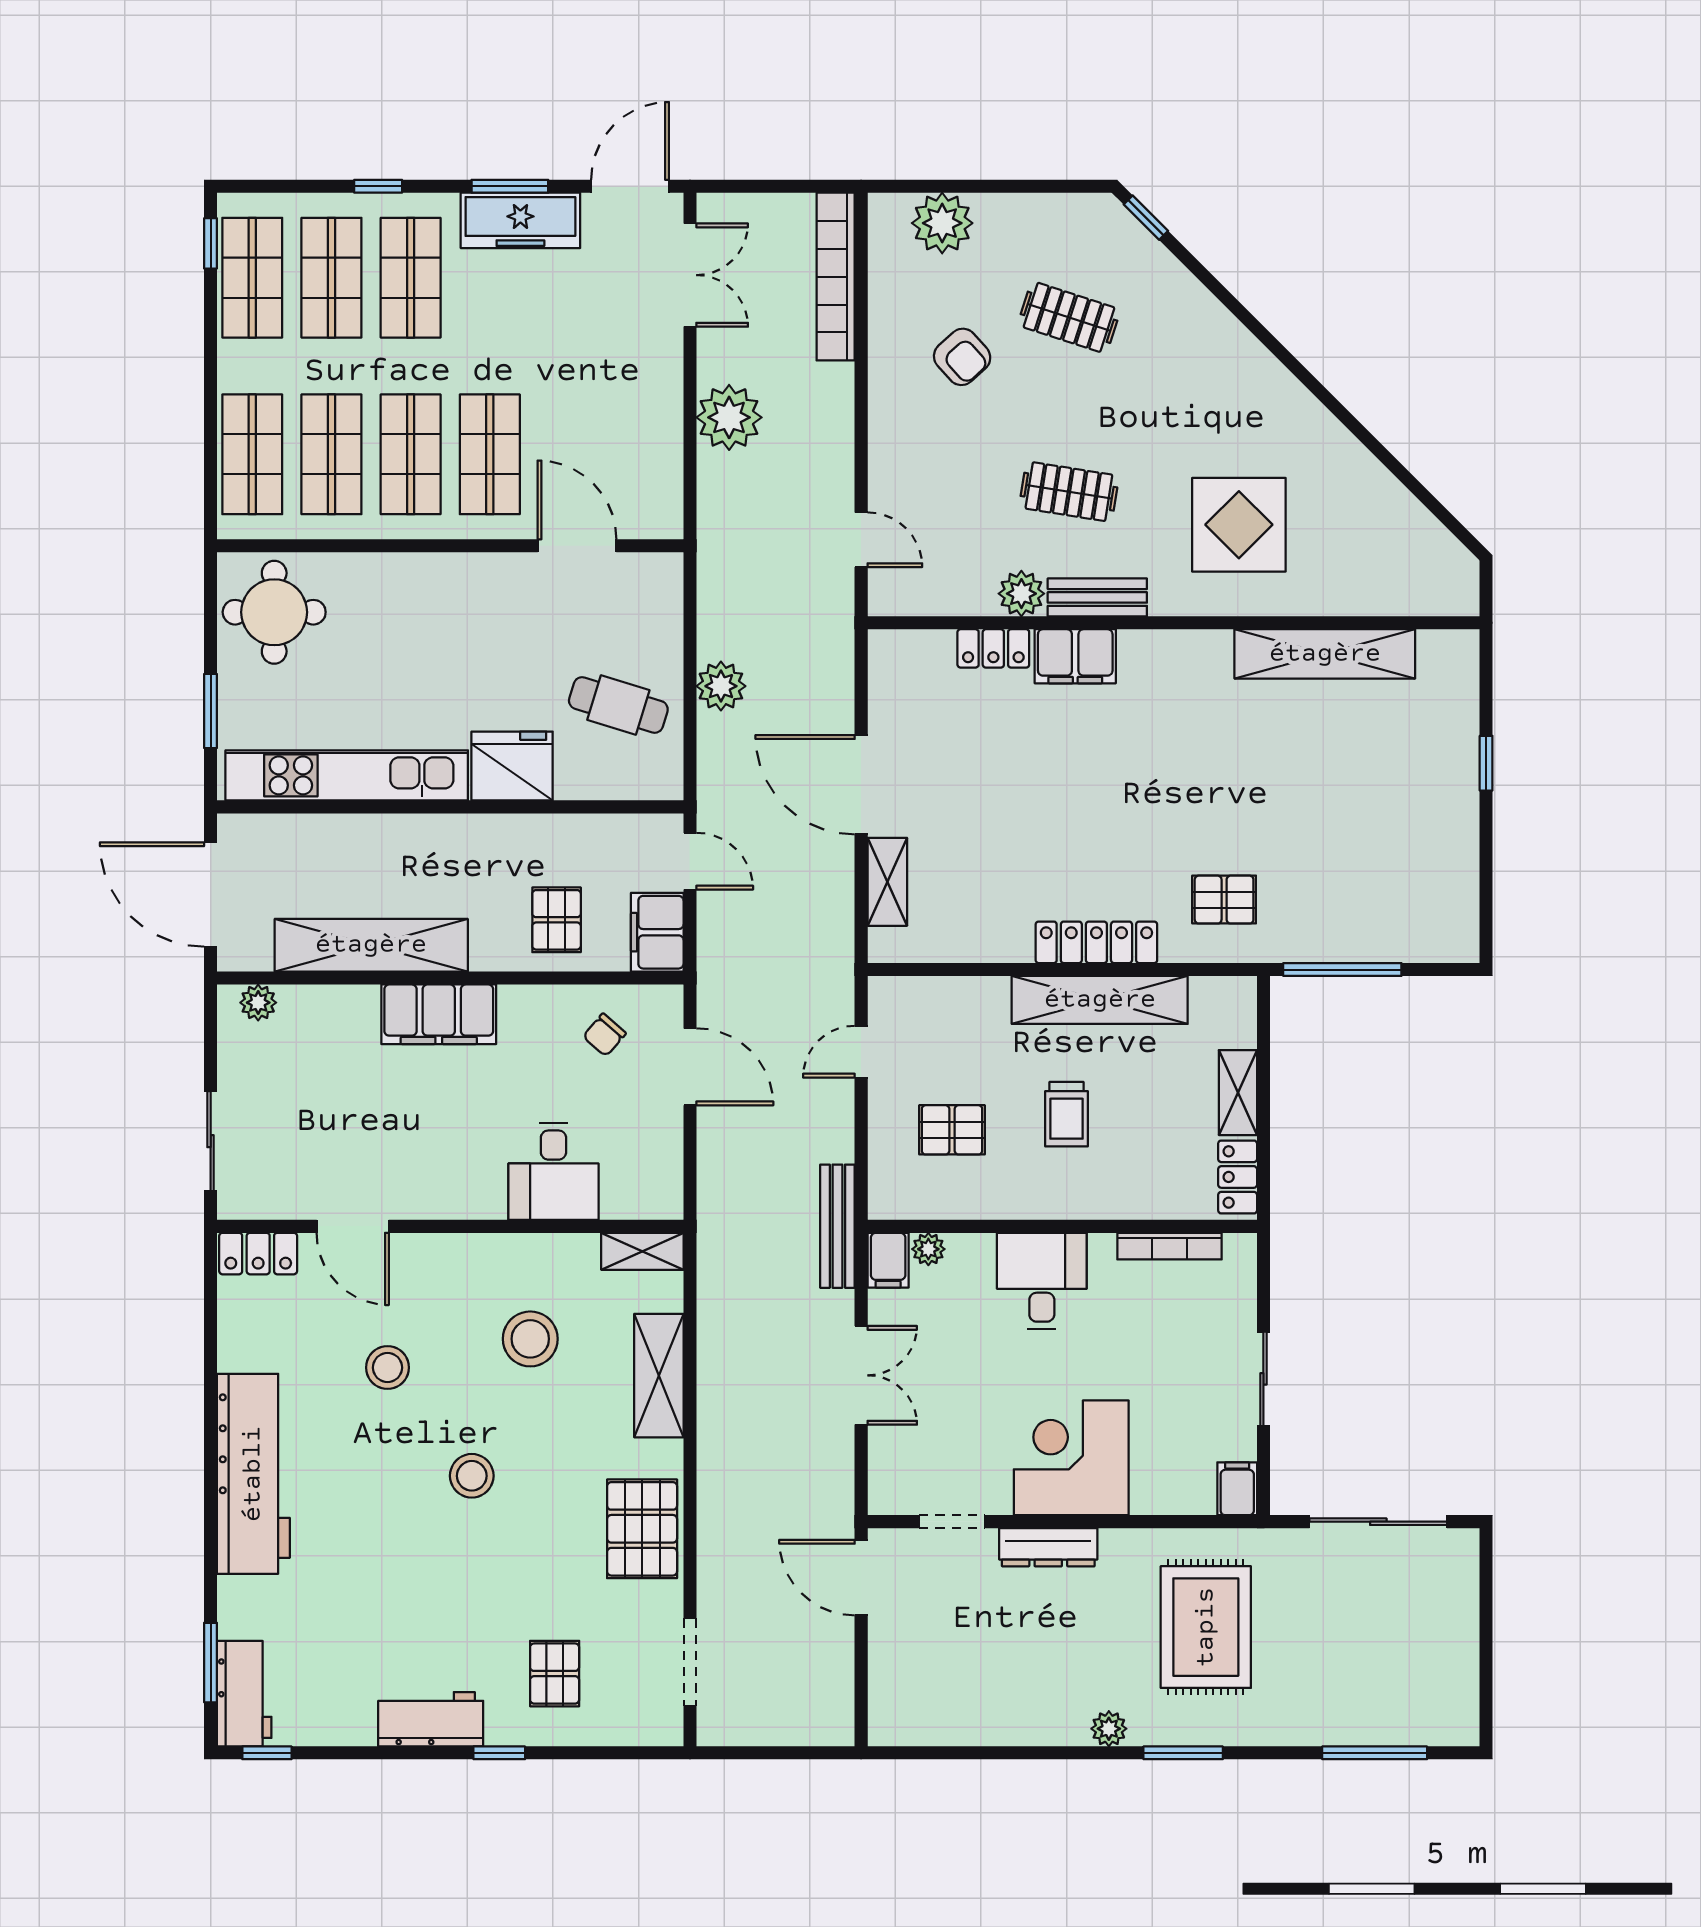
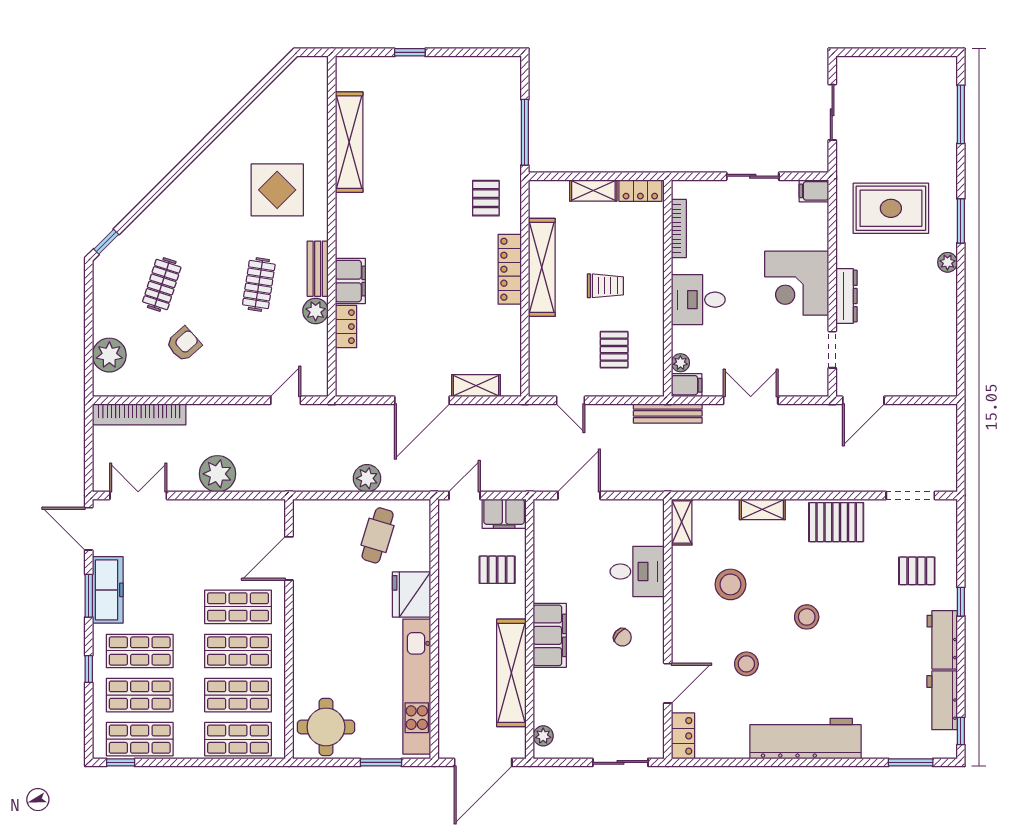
chair: (604, 1035) -> (622, 637), moved
shelving: (659, 1376) -> (762, 509), width x0.67, depth x0.75
sliding door: (1378, 1522) -> (832, 112), width x0.73
workbench: (244, 1694) -> (942, 700), moved, turned -90

